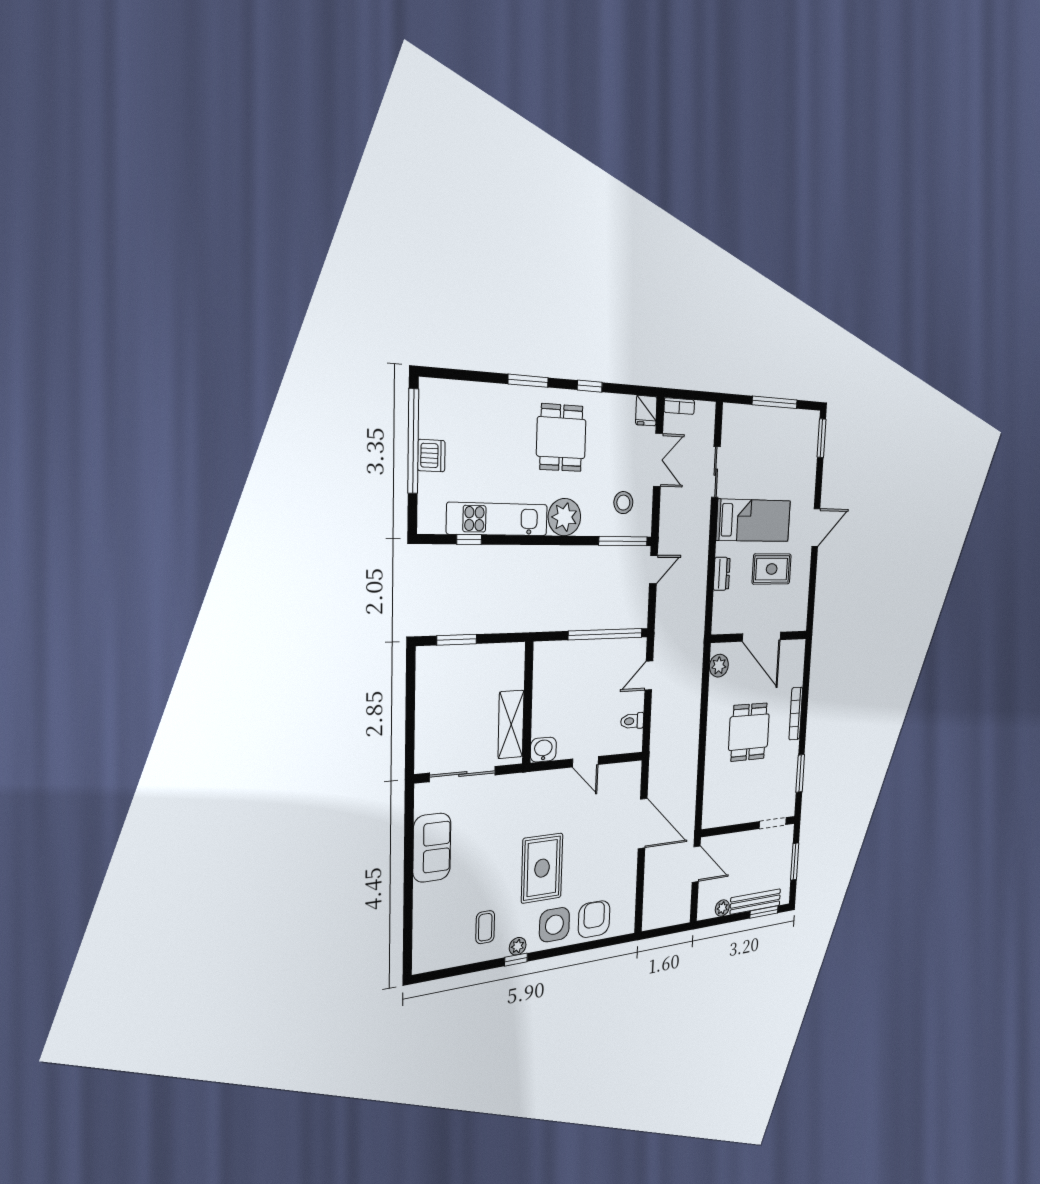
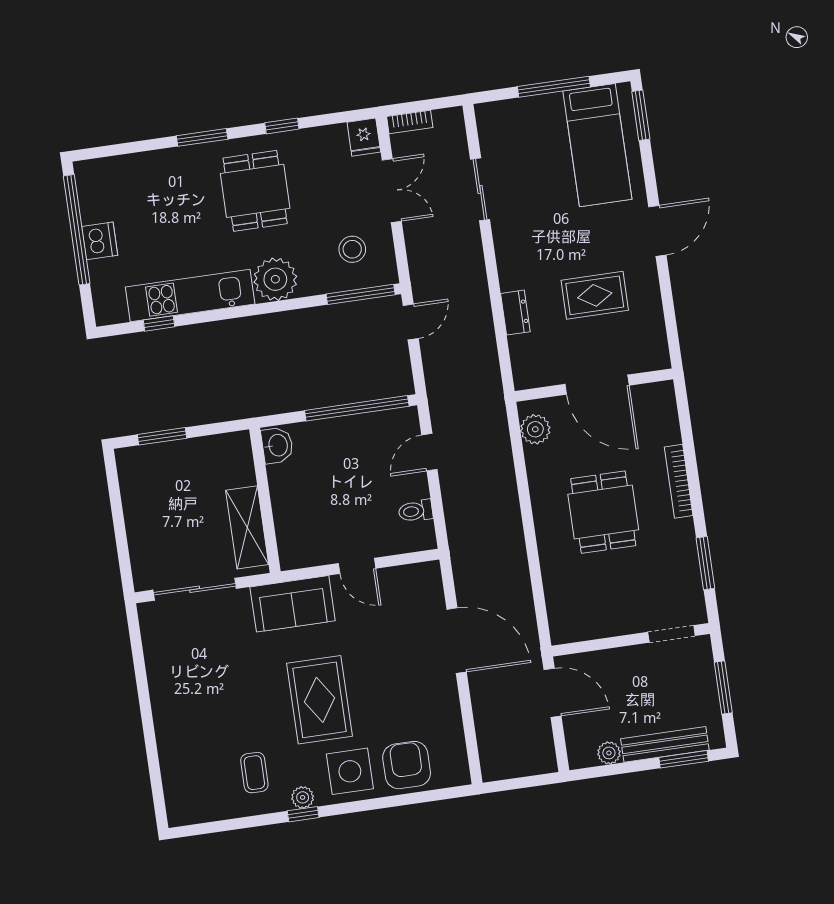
bed: (754, 520) -> (597, 145), moved, turned 90
washbasin: (543, 750) -> (277, 445), moved, turned 90
sofa: (432, 848) -> (293, 604), moved, turned 90

